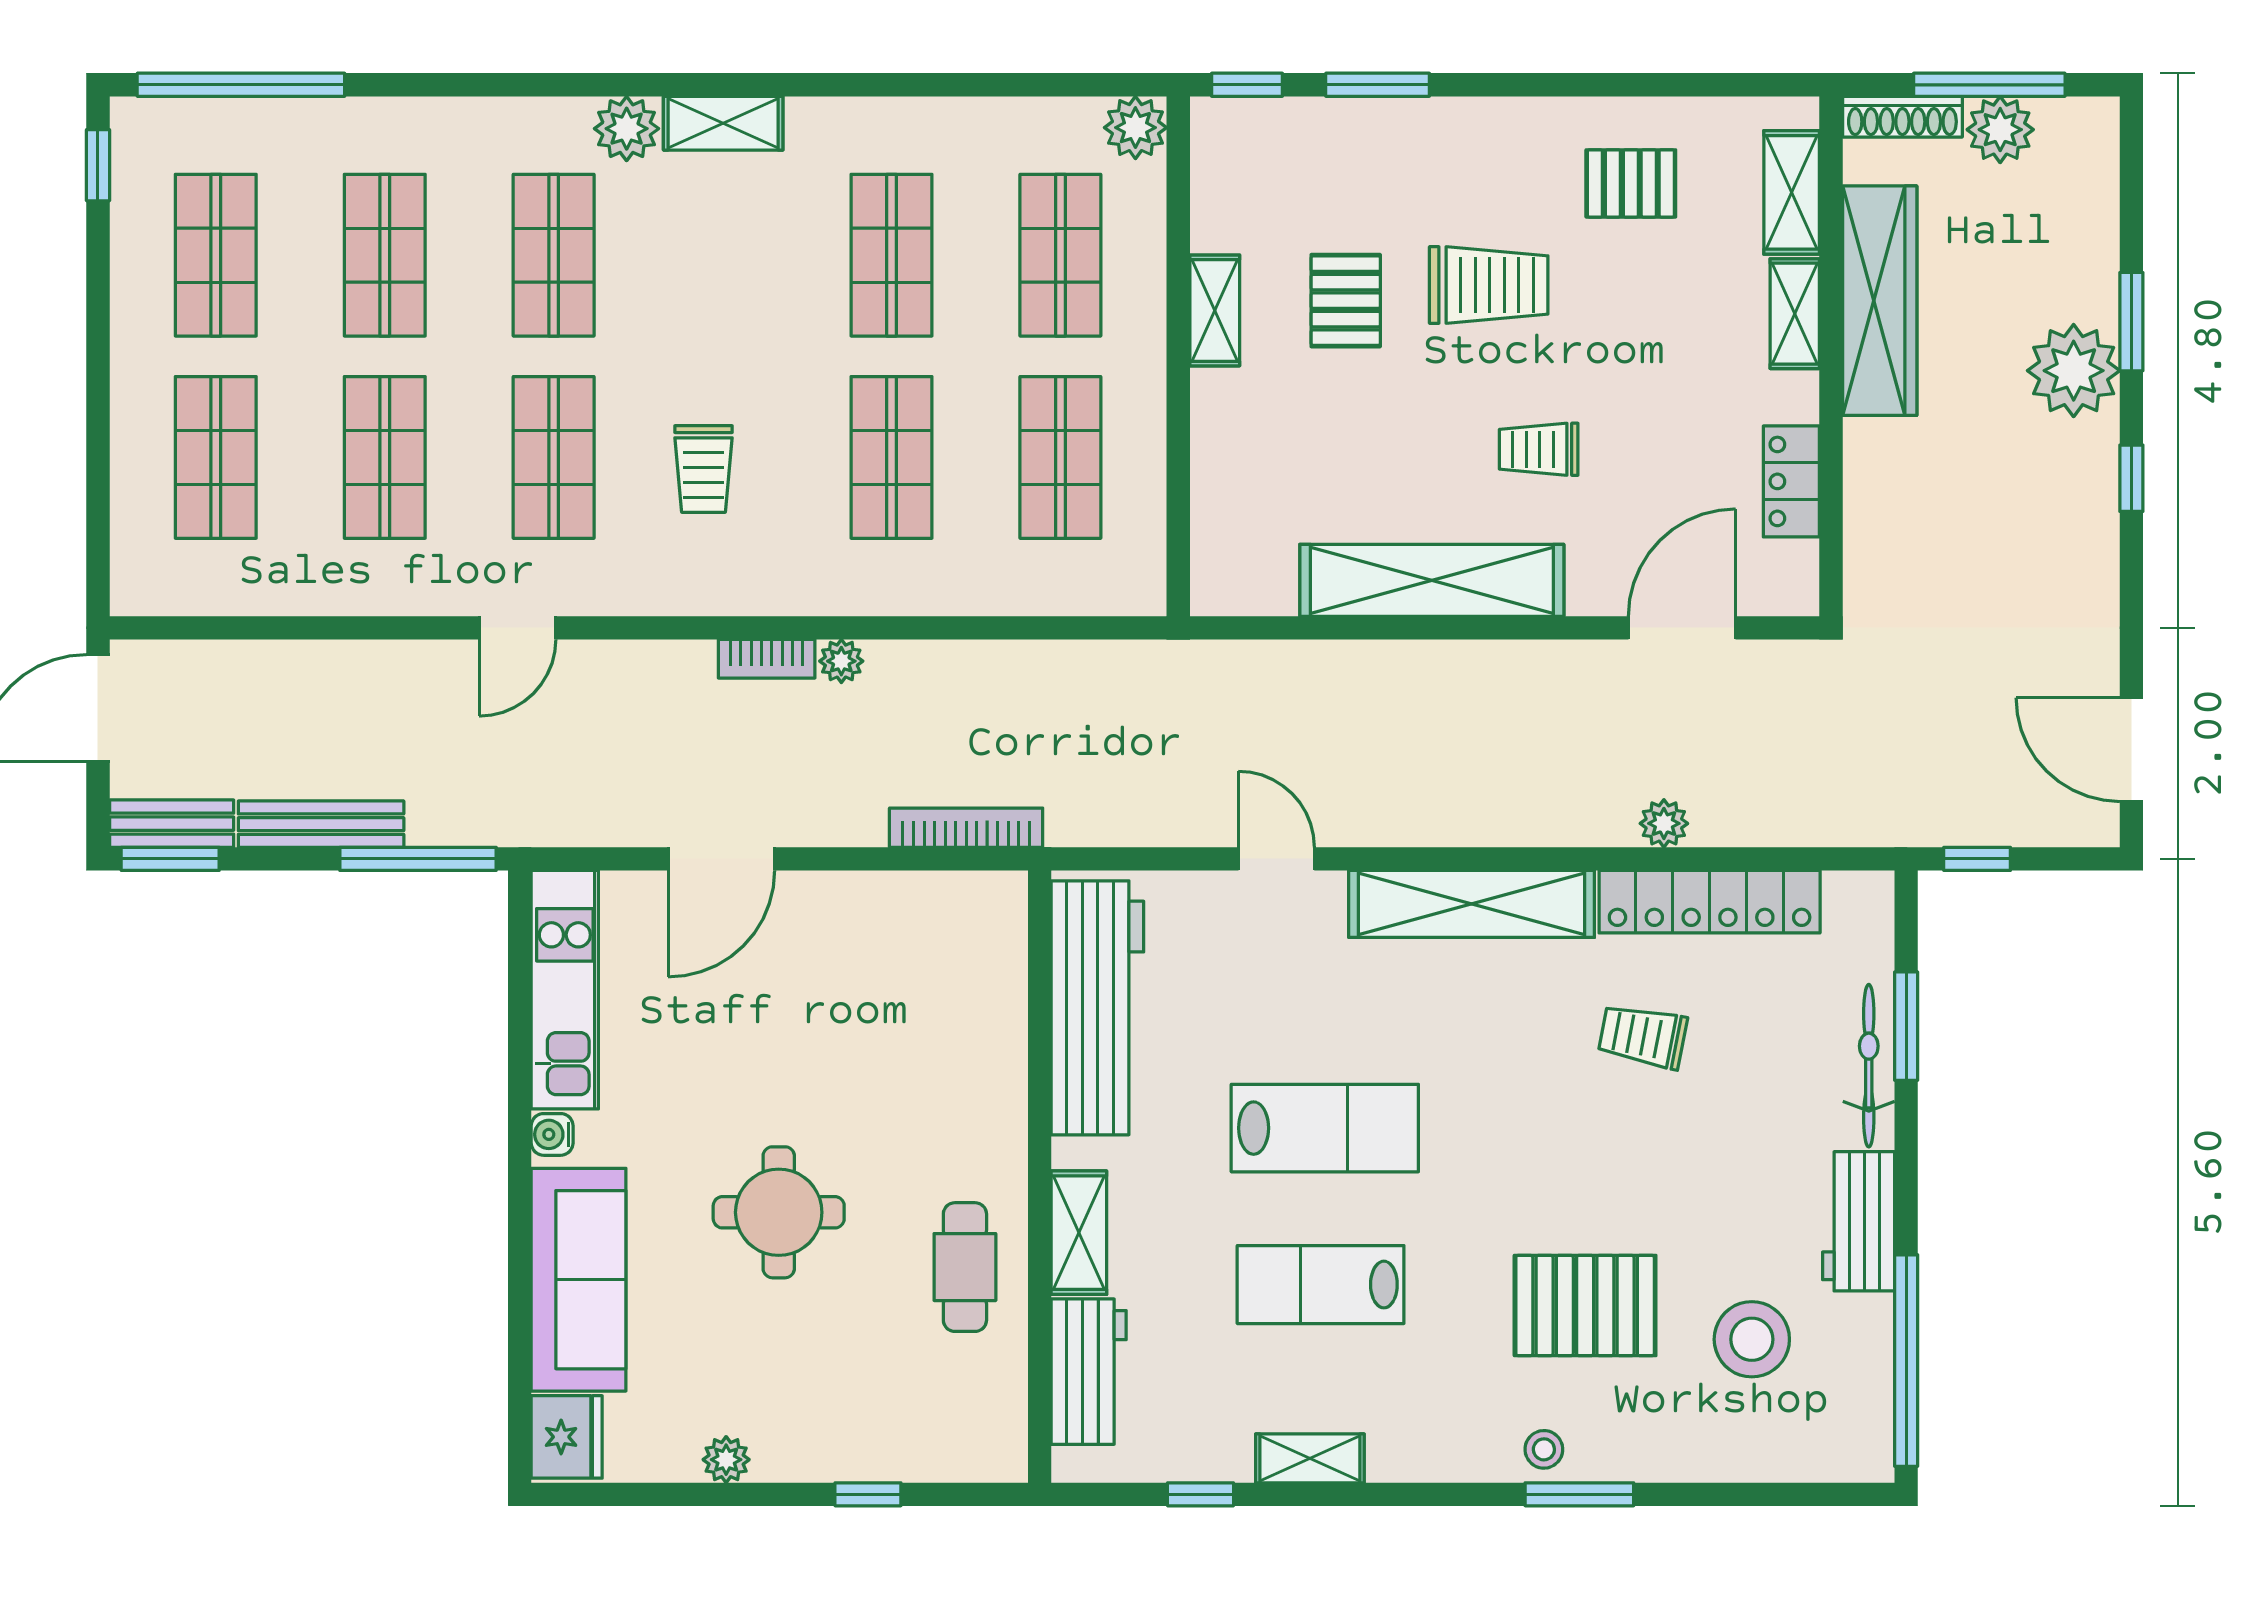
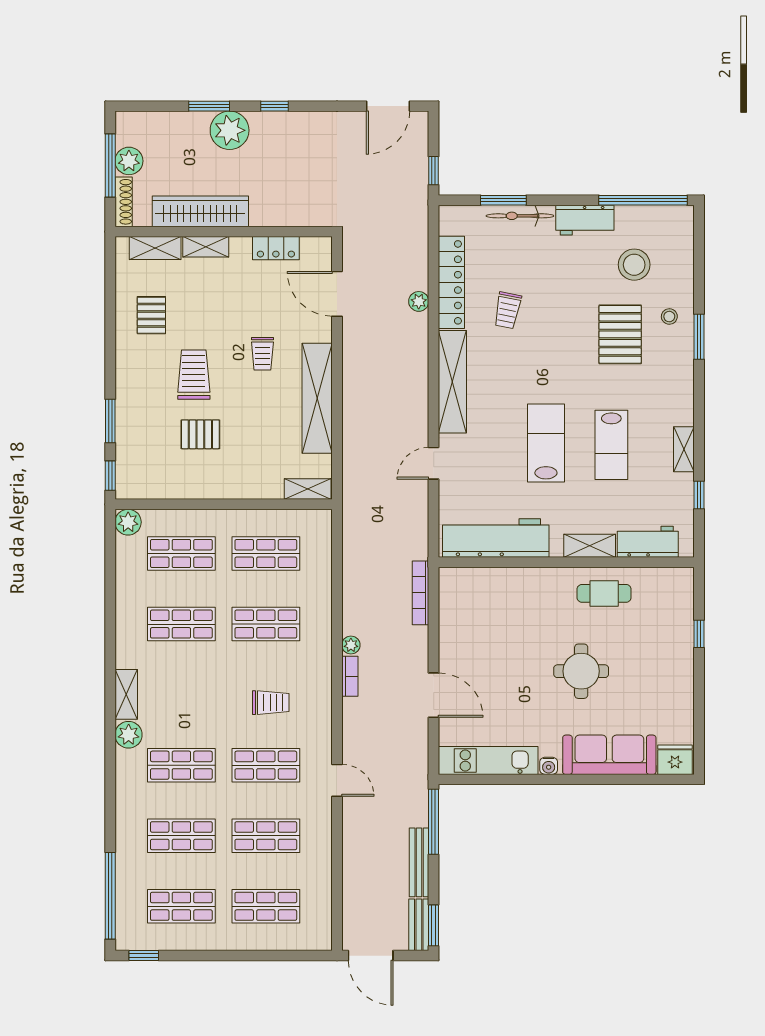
shelving: (1215, 310) -> (308, 489), moved
stool: (1544, 1449) -> (669, 317), moved
plant: (726, 1460) -> (684, 693), removed

